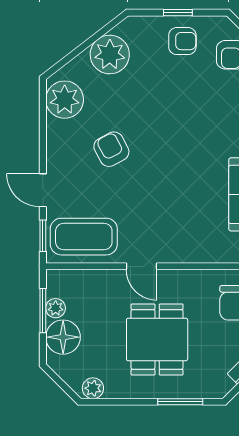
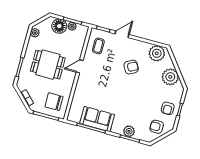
coffee table: (84, 237) -> (98, 46), width x0.54, depth x0.58

